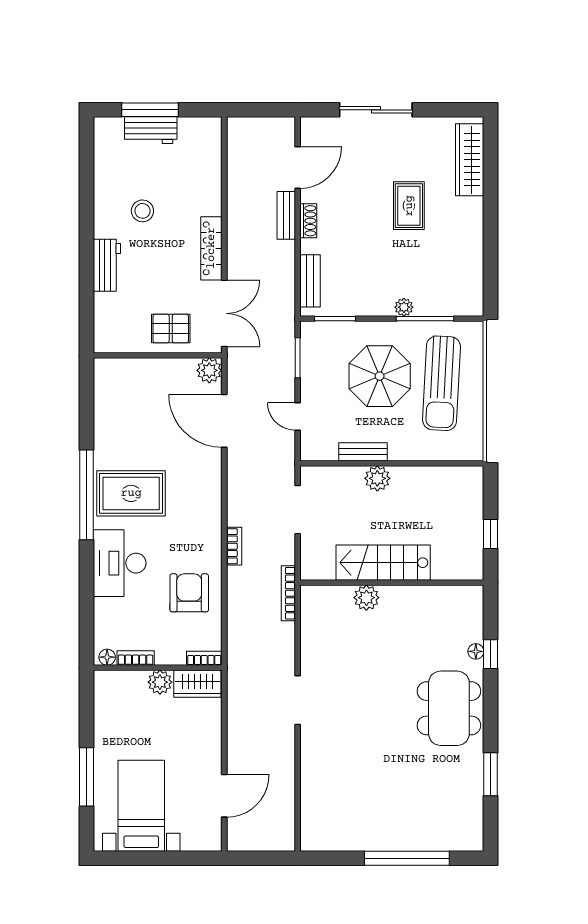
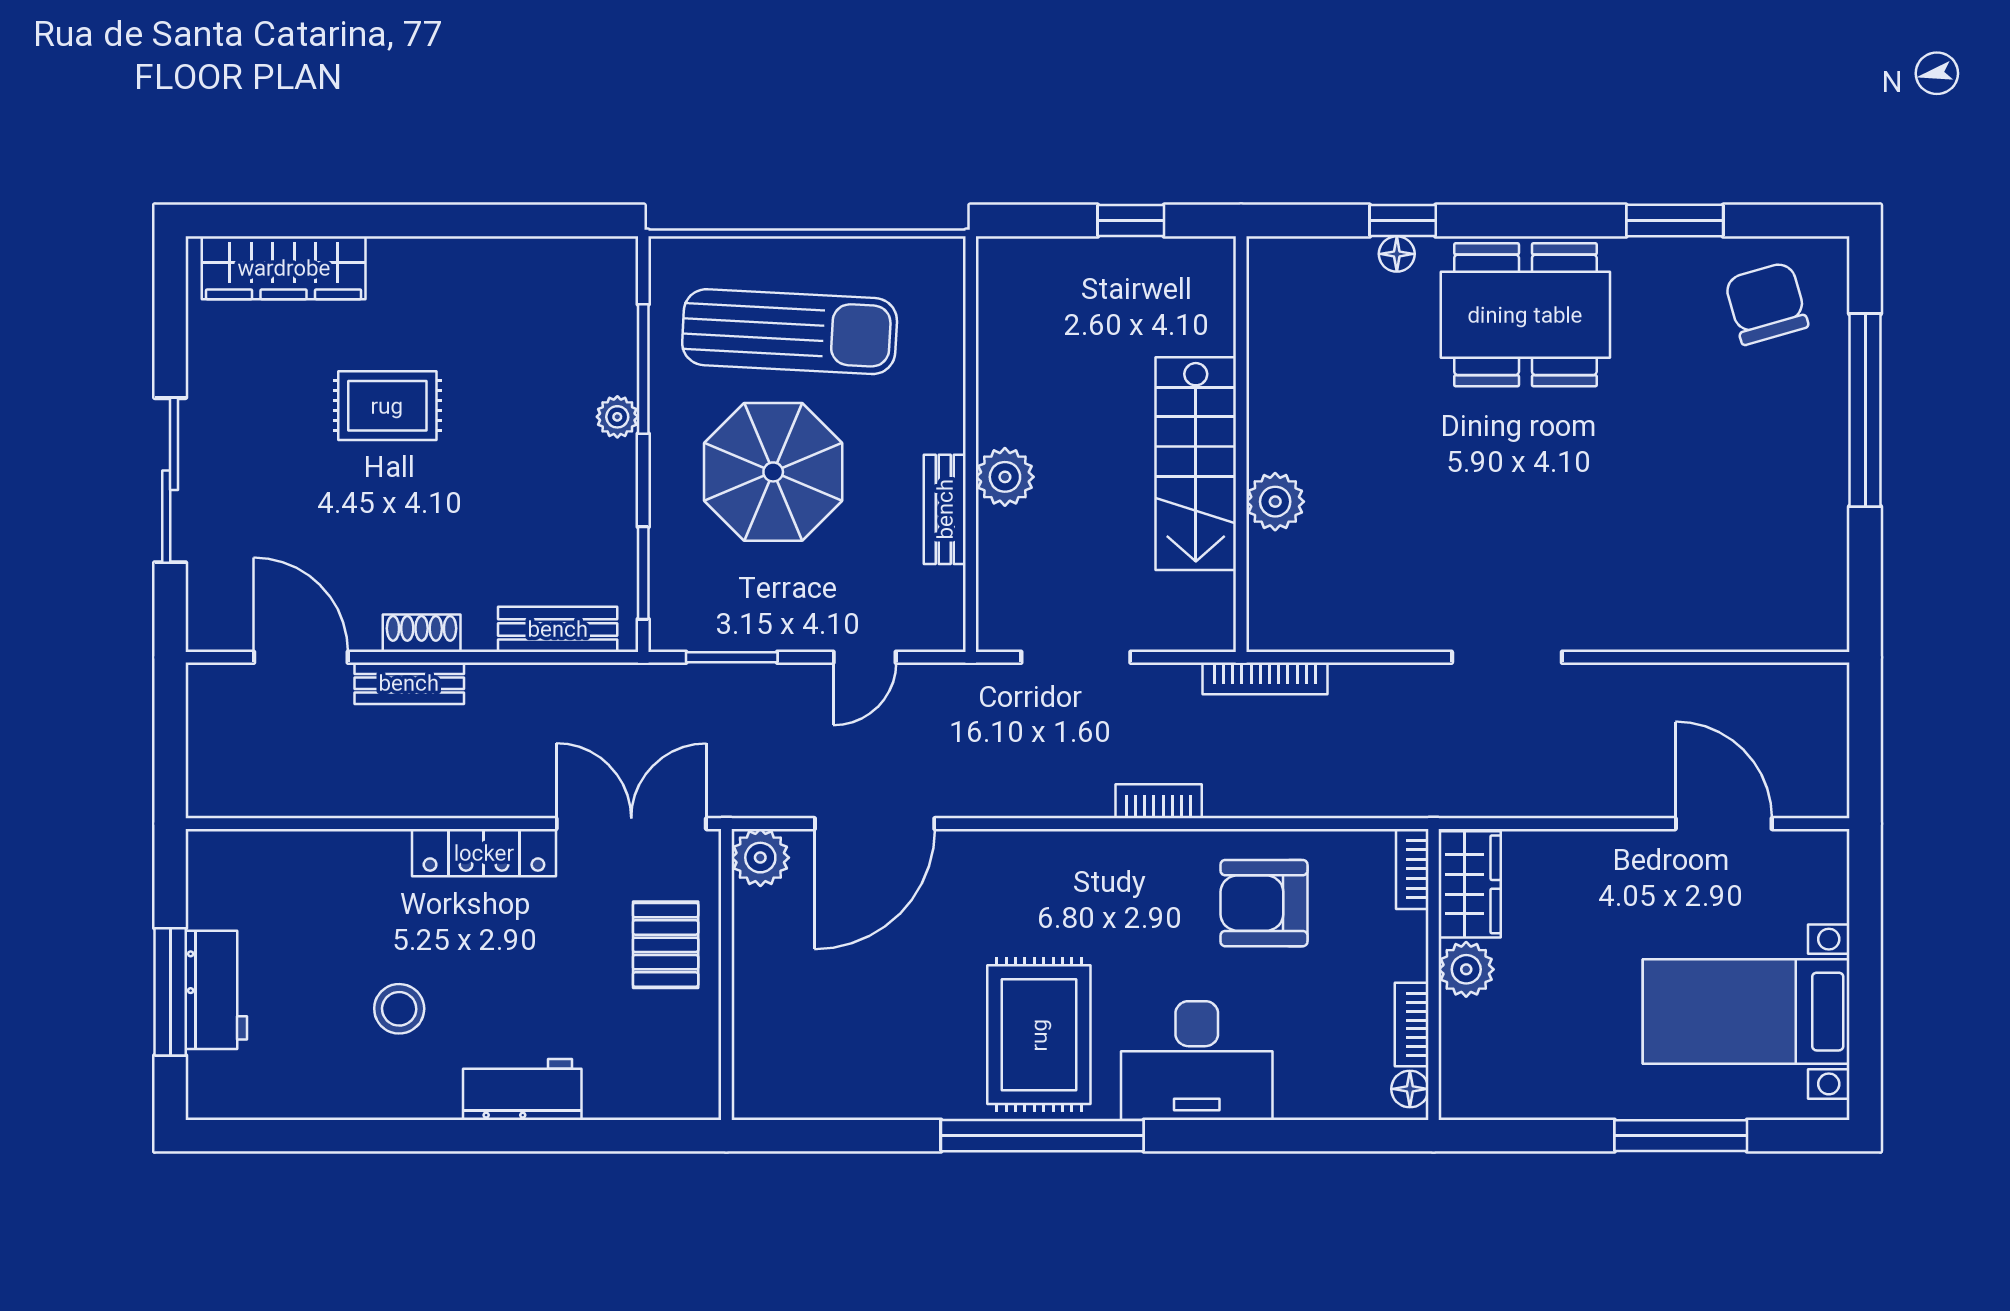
chair: (454, 815) -> (1766, 303), added

